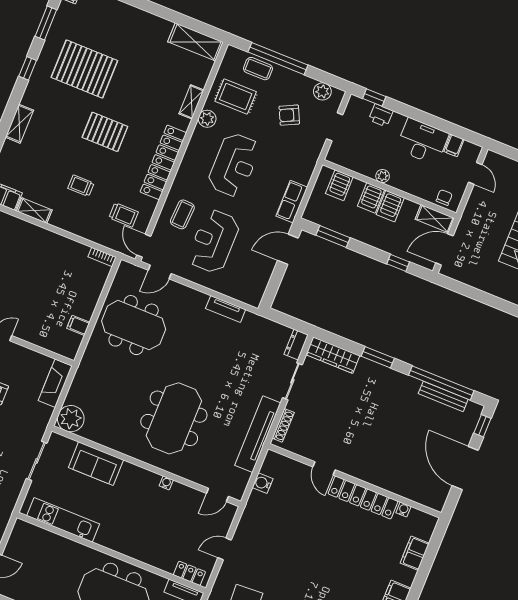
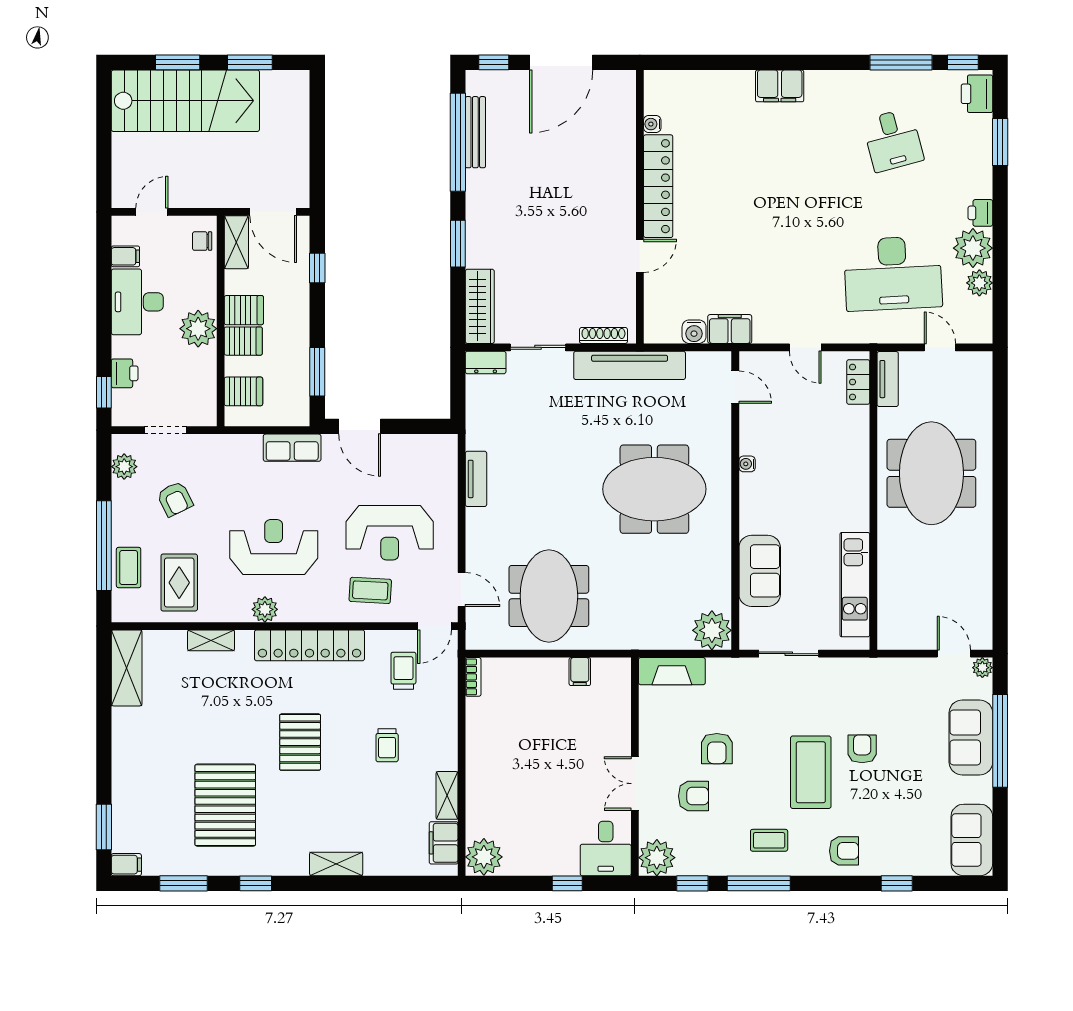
plant: (207, 119) -> (265, 609), moved
plant: (383, 176) -> (198, 329), width x1.88, depth x1.88
filing cabinet: (415, 553) -> (730, 329), moved, turned 180

